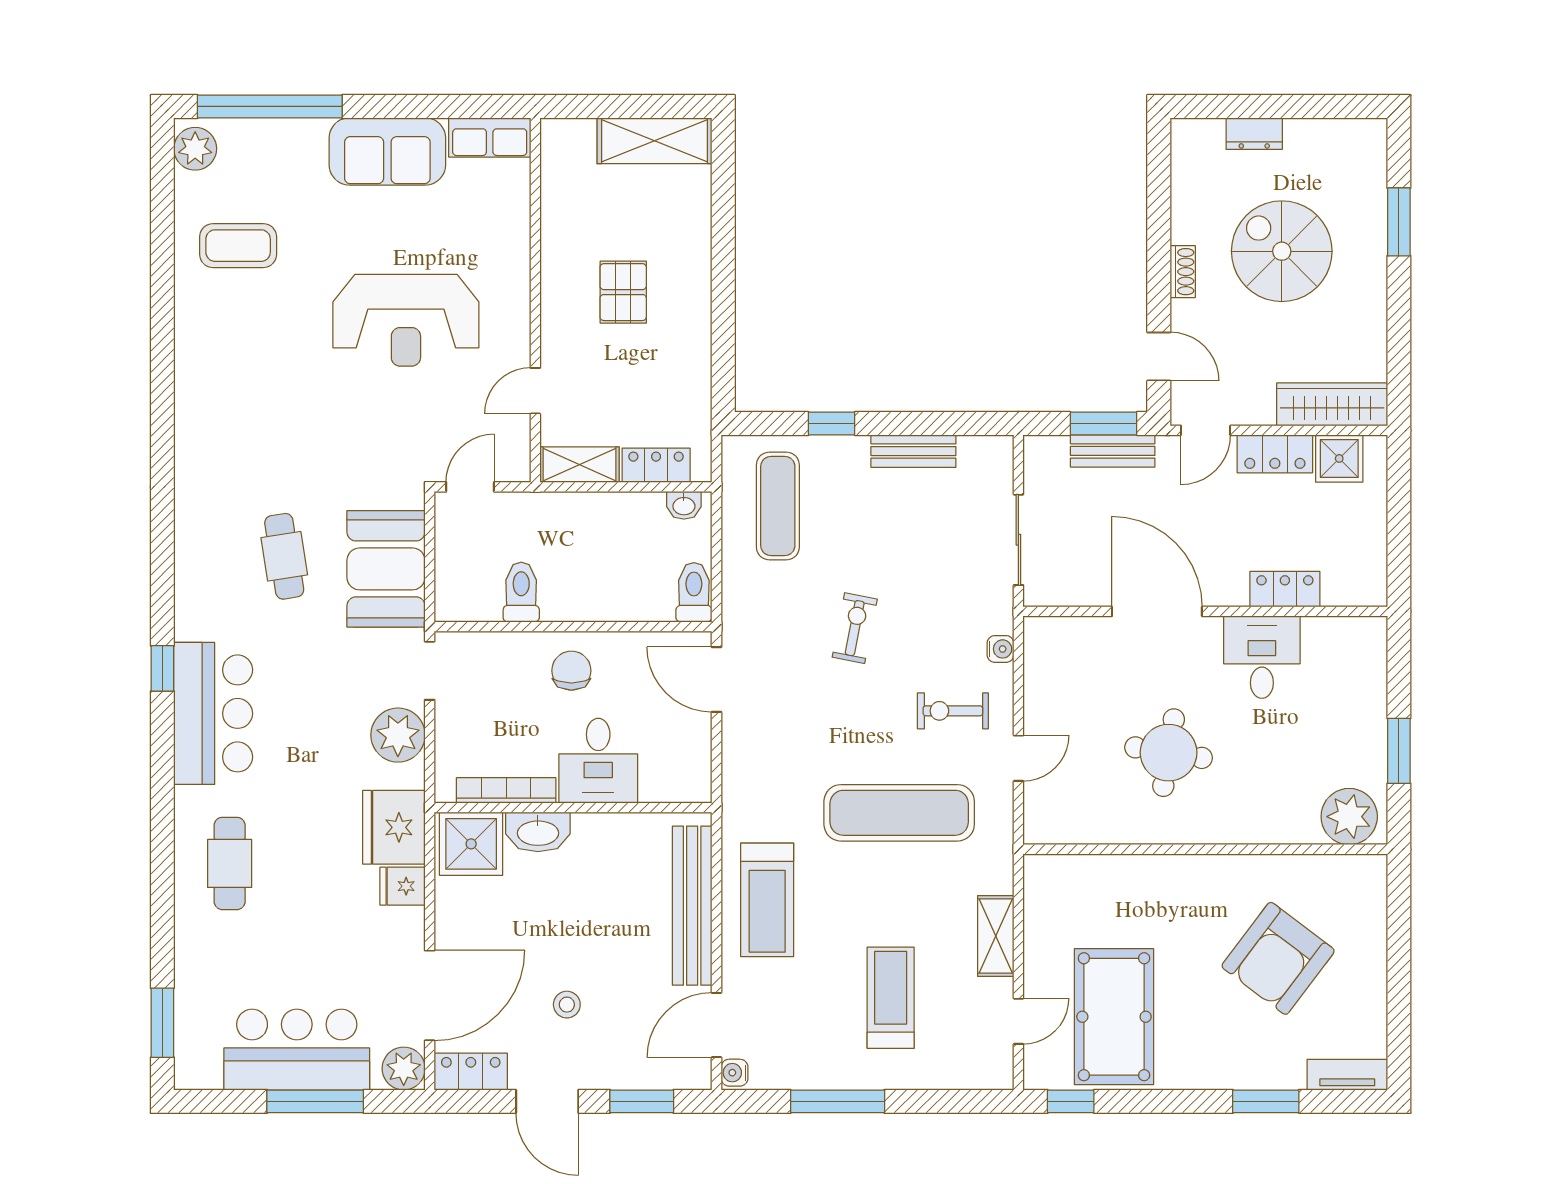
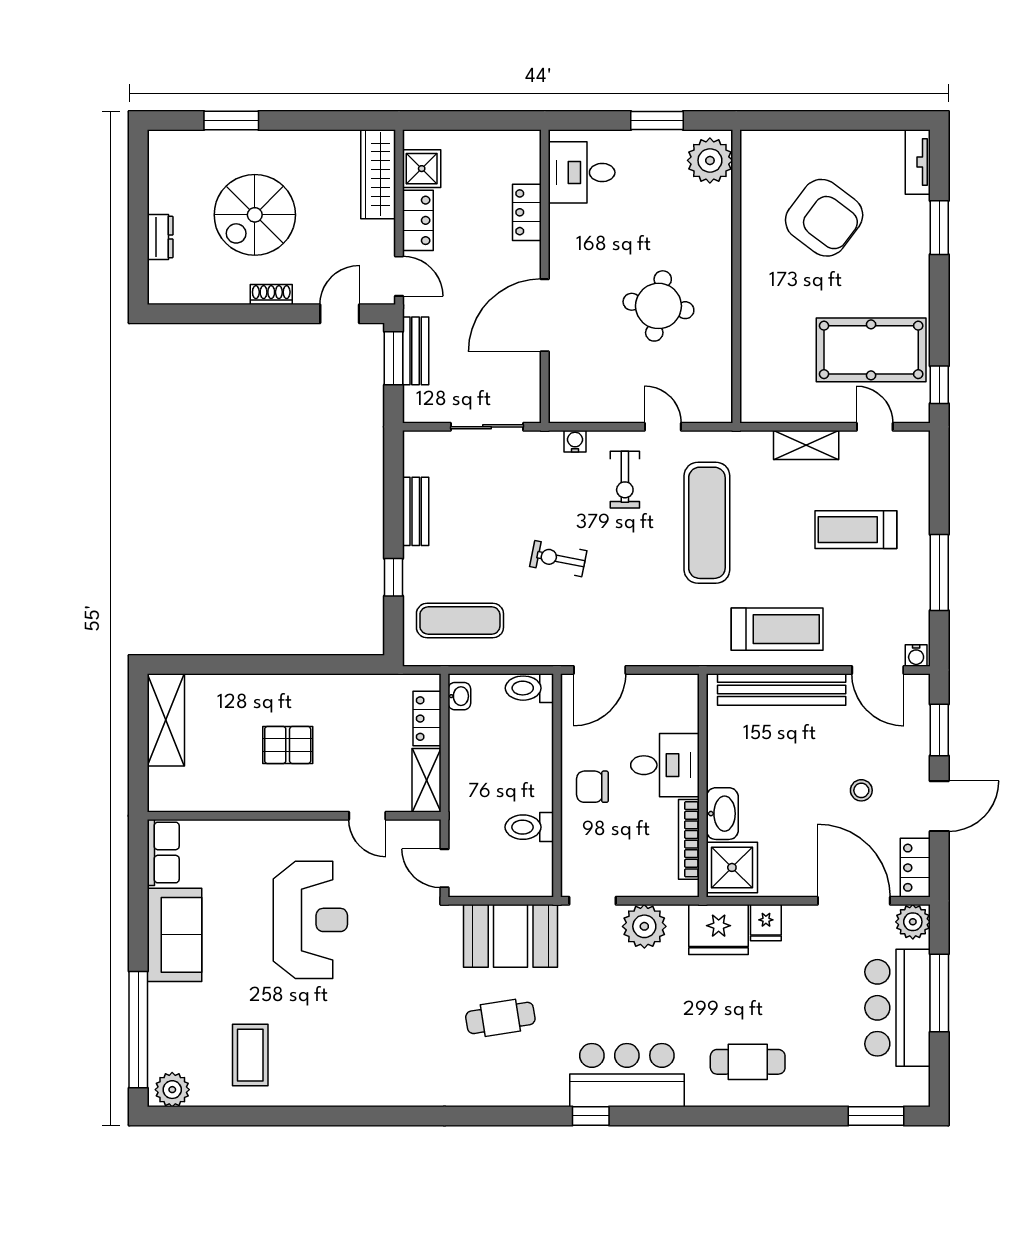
desk: (1262, 657) -> (582, 172), moved

